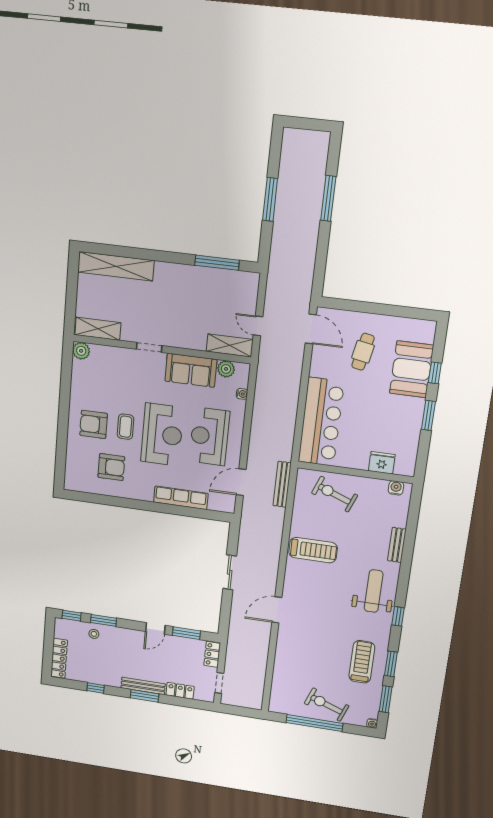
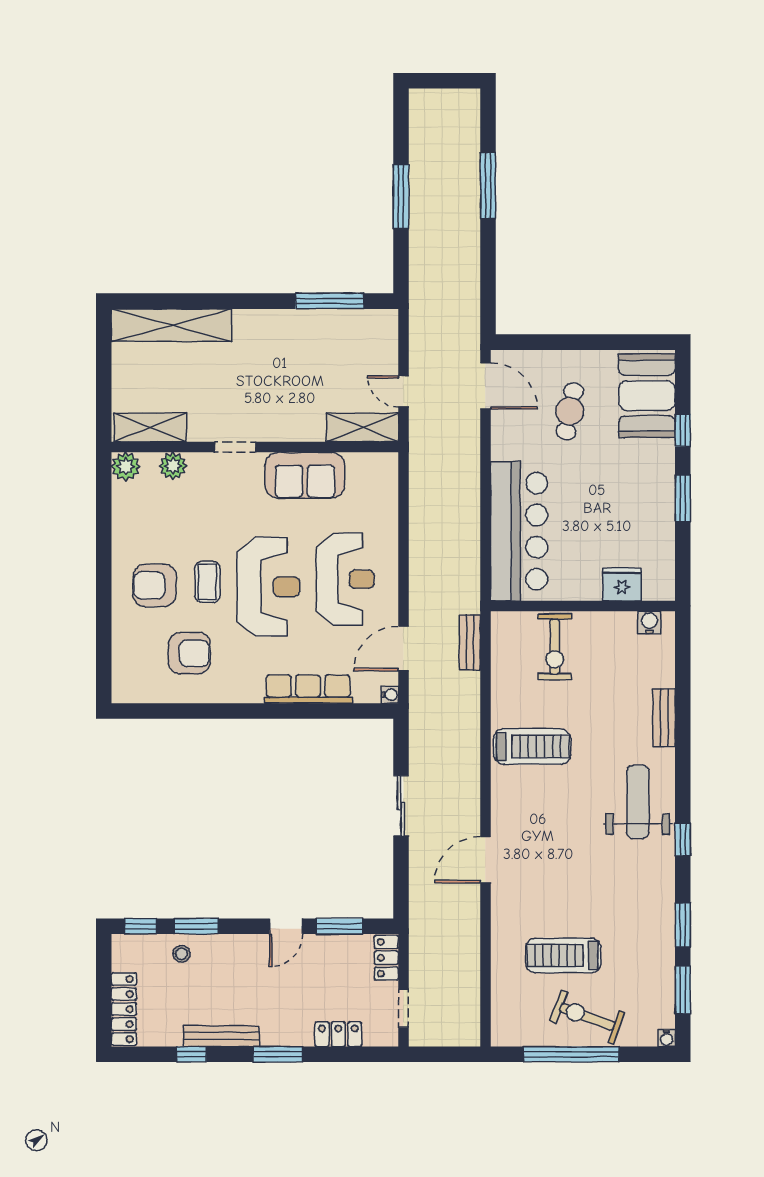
plant: (226, 369) -> (173, 466), moved
booth: (411, 369) -> (647, 396), moved
water cooler: (242, 394) -> (390, 695), moved
reception desk: (209, 436) -> (345, 579), turned 180
bench: (282, 484) -> (470, 642), width x0.73
exercise bike: (335, 494) -> (555, 647), turned -111
treadmill: (362, 662) -> (563, 955), moved, turned -90
bench: (143, 686) -> (221, 1036), moved

